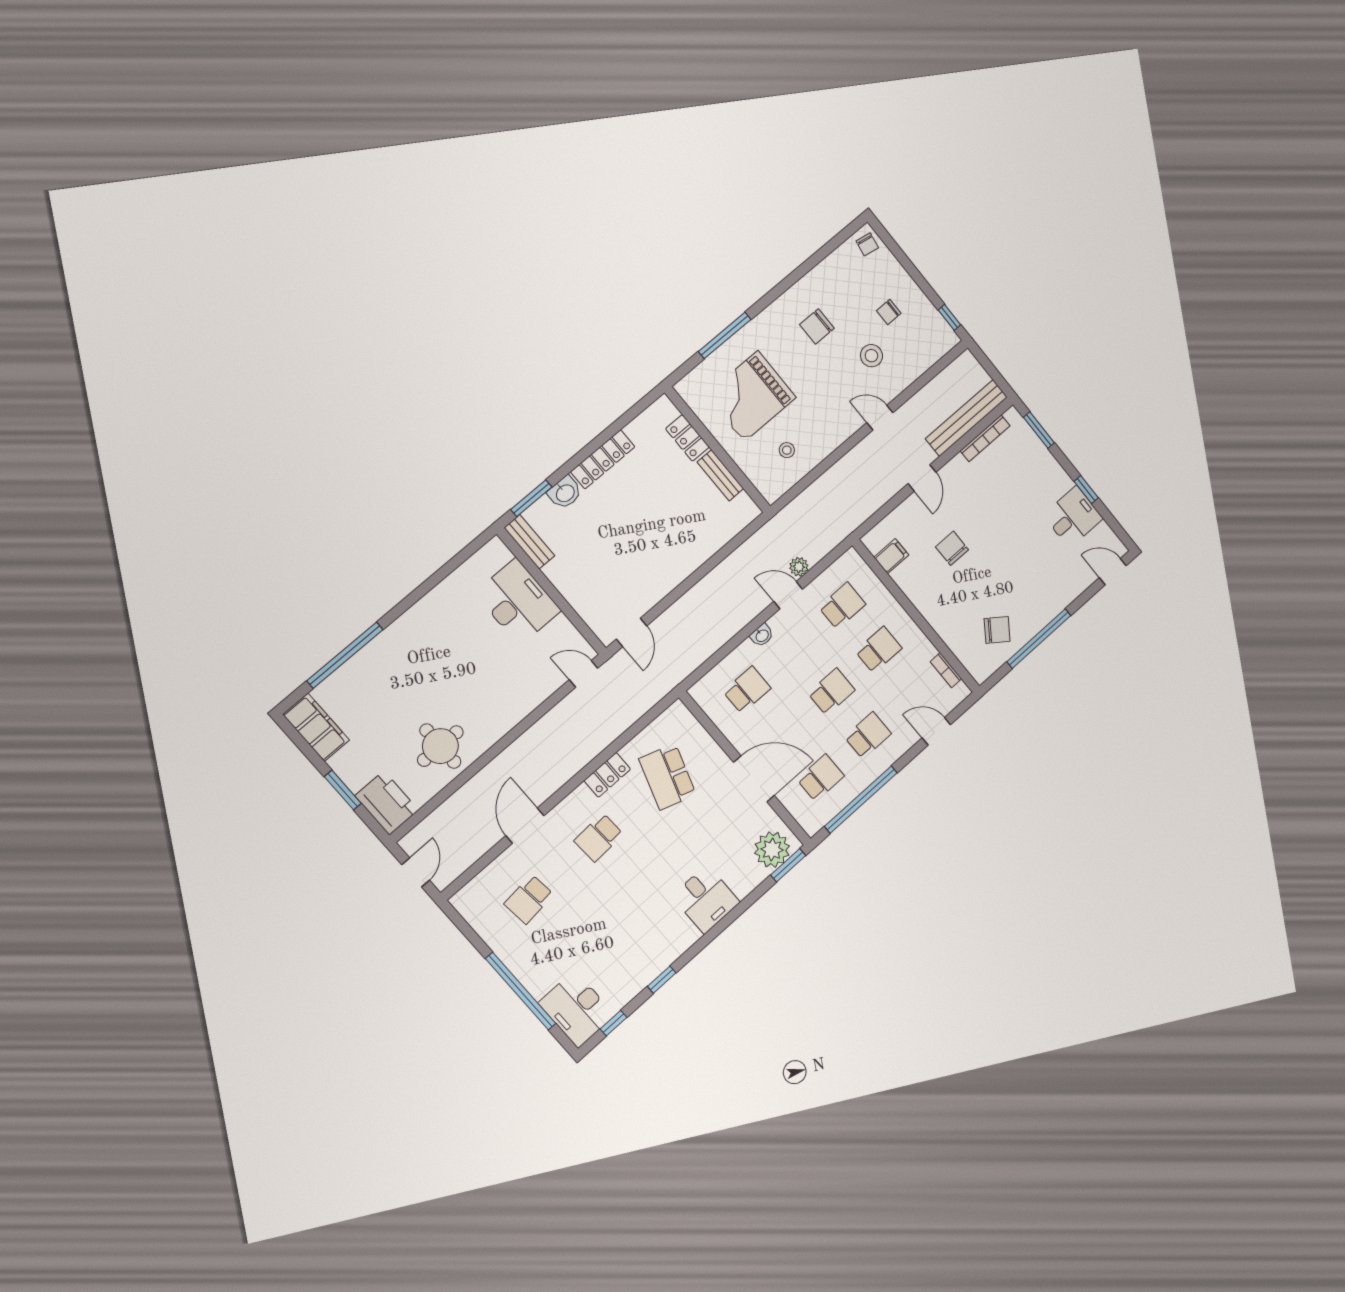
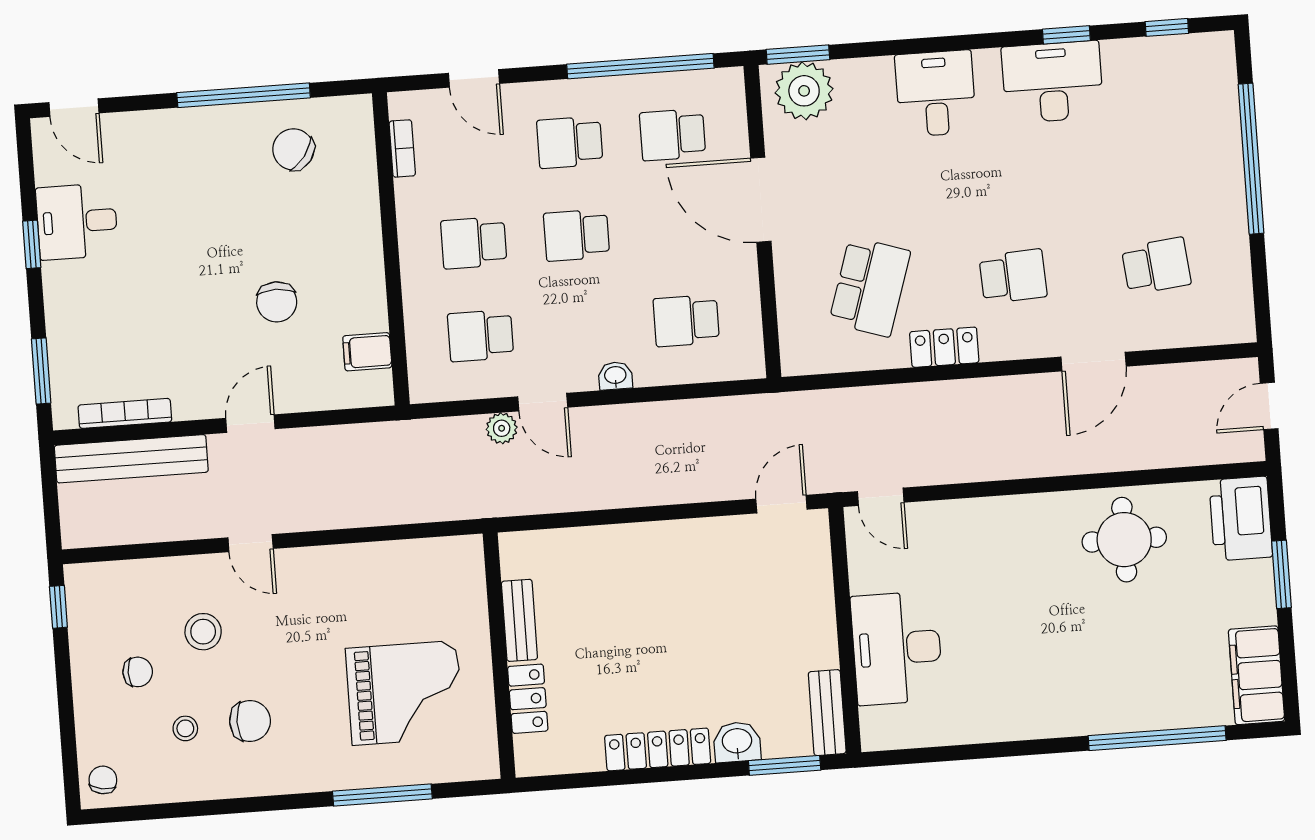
stool: (787, 450) -> (185, 728), moved
desk: (577, 1009) -> (1052, 82), moved, turned -90

